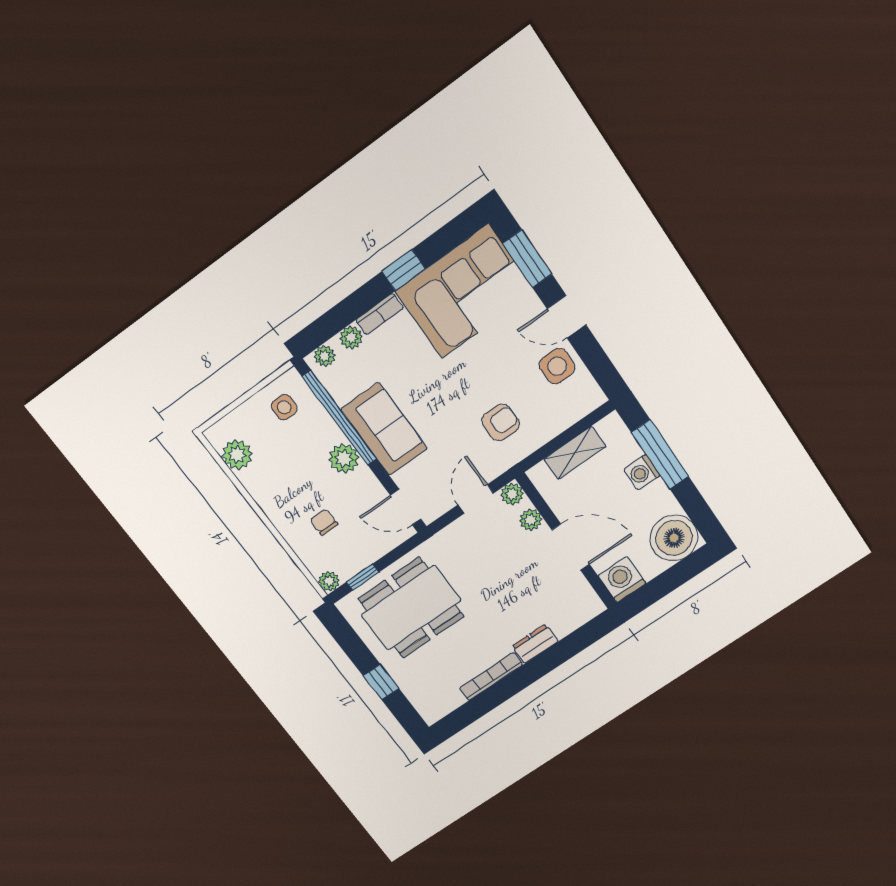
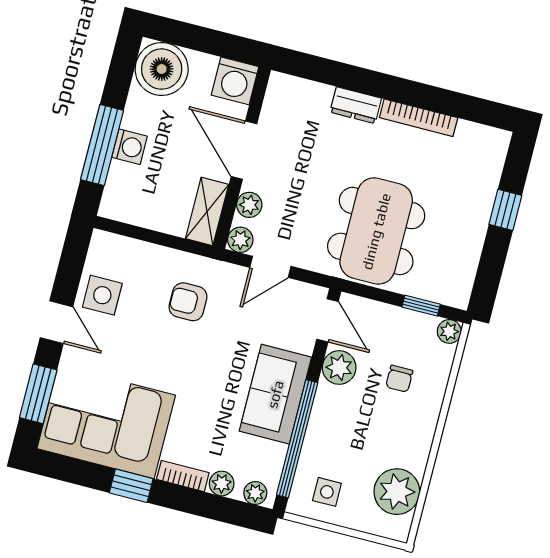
shelving: (575, 453) -> (207, 211), moved, turned 90
plant: (237, 455) -> (397, 492), width x1.36, depth x1.36
plant: (344, 458) -> (339, 368), moved
dining table: (411, 608) -> (376, 231), moved, turned 90

